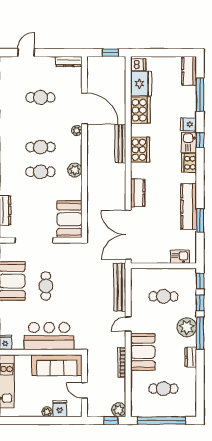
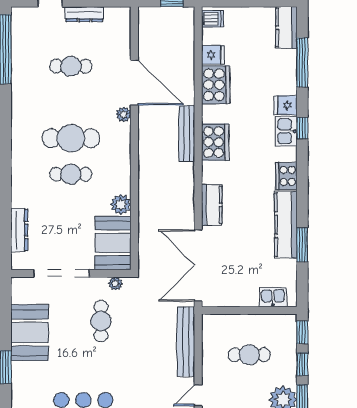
dresser: (69, 61) -> (84, 14), moved
fridge: (141, 84) -> (213, 55), width x0.53, depth x0.75
cafe table: (40, 147) -> (71, 138), width x1.37, depth x1.35
cooker: (189, 163) -> (286, 176), moved
plant: (75, 170) -> (121, 204), moved
plant: (71, 247) -> (115, 284), added
cafe table: (46, 286) -> (101, 321), moved

